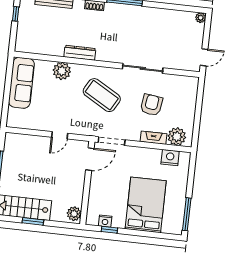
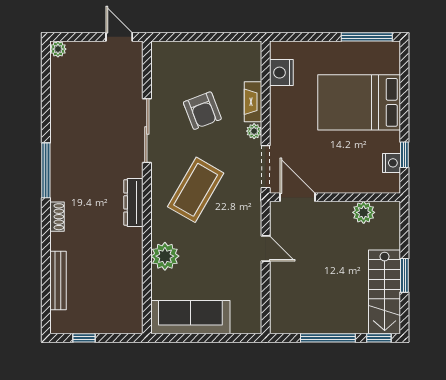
dresser: (80, 53) -> (133, 202), moved
armchair: (151, 105) -> (202, 111), turned -119
plant: (177, 137) -> (254, 131), moved, width x0.53, depth x0.53
plant: (74, 214) -> (364, 212), moved

